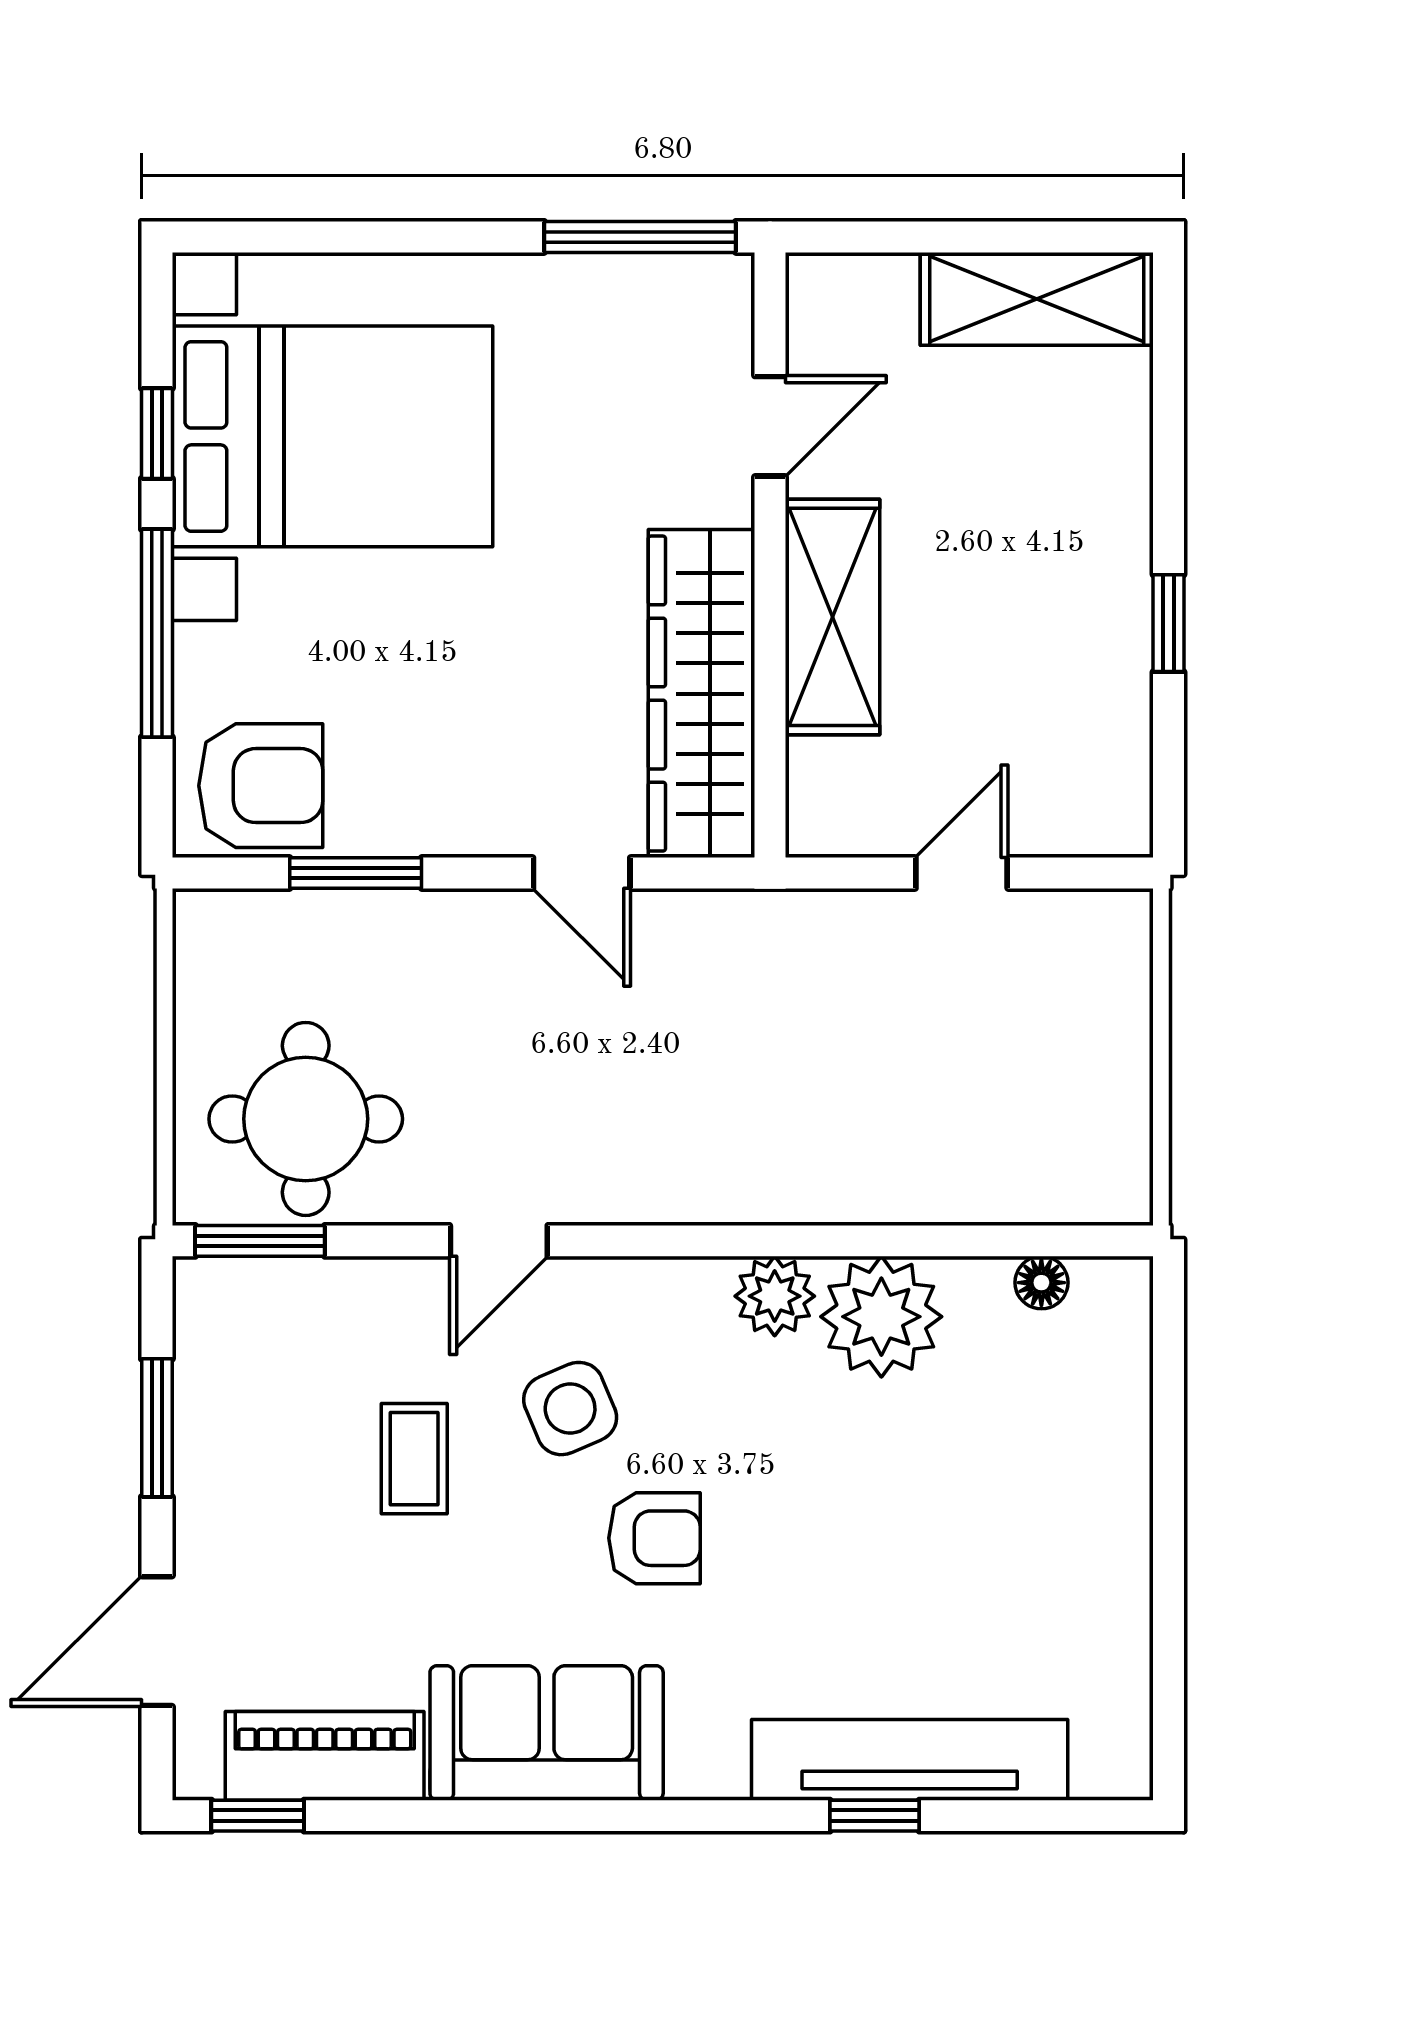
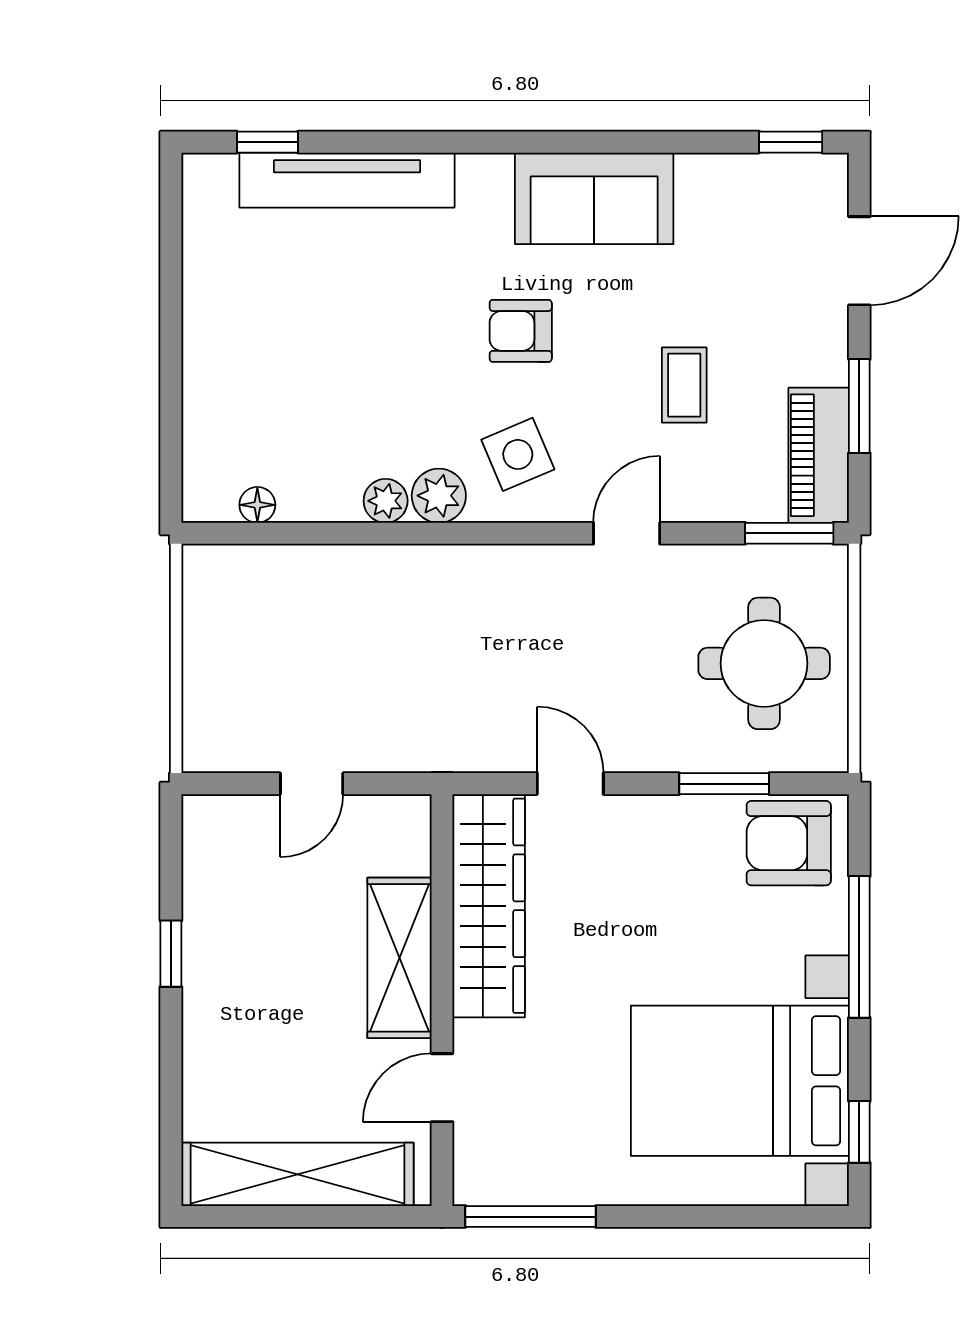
shelving: (1037, 299) -> (297, 1174), width x1.47
window: (157, 433) -> (859, 1132), moved
round table: (306, 1119) -> (764, 663), moved
plant: (881, 1317) -> (386, 501), width x0.53, depth x0.53
side table: (570, 1409) -> (518, 454), moved
piano: (325, 1756) -> (819, 455), moved, turned 90
window: (875, 1816) -> (267, 142), moved

